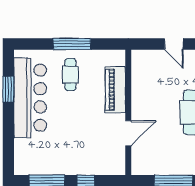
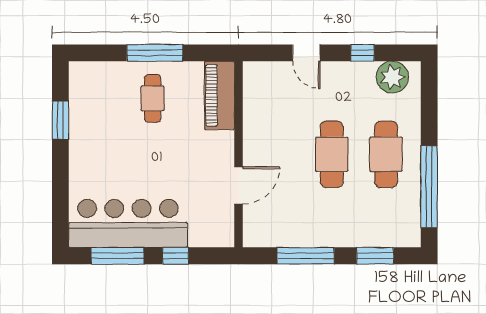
piano: (115, 90) -> (219, 95), moved
bar counter: (30, 98) -> (128, 223), moved, turned -90

